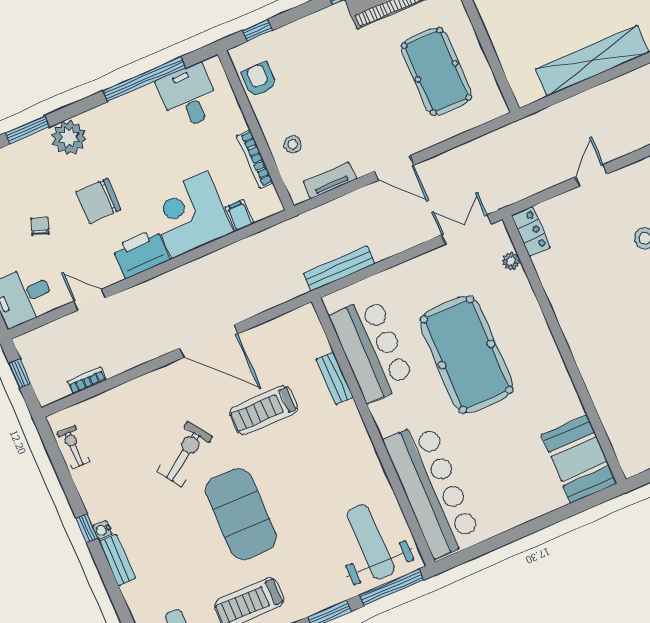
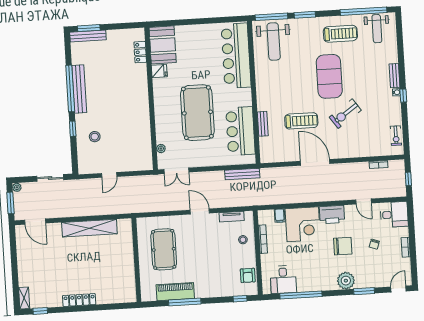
locker: (531, 231) -> (140, 52), moved
fridge: (568, 407) -> (159, 71), added

